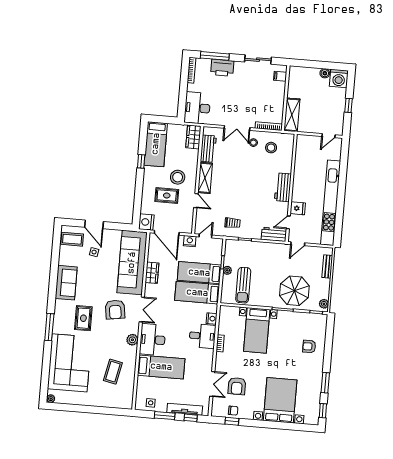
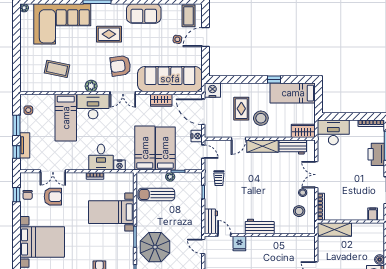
door: (167, 233) -> (203, 112), hinge flipped
armchair: (237, 386) -> (53, 197), turned 180
tv unit: (185, 409) -> (25, 145), width x0.71

